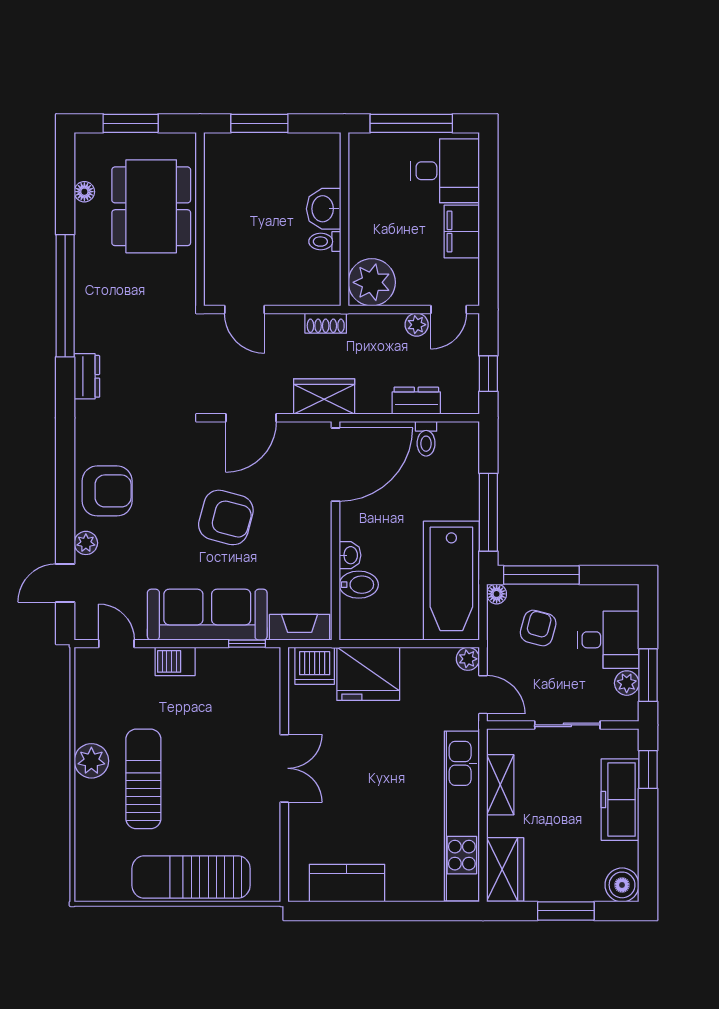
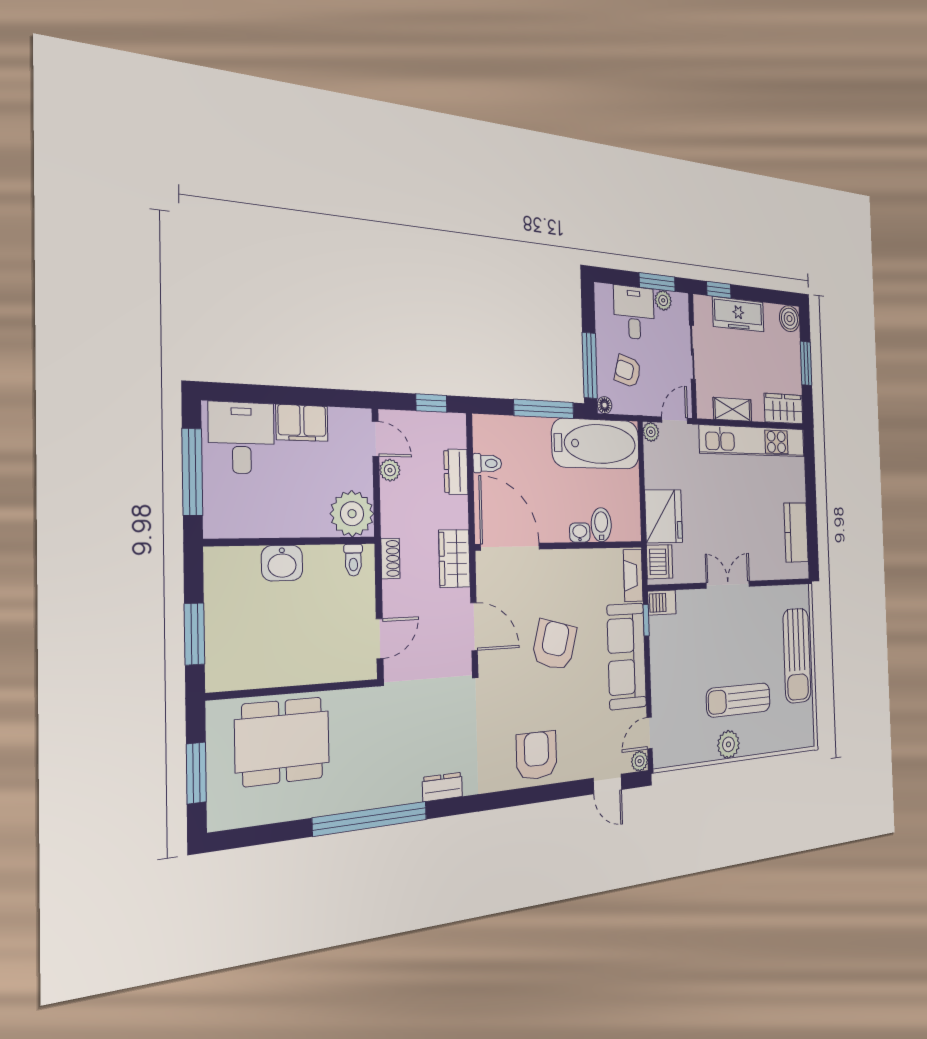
floor lamp: (84, 192) -> (269, 813), removed
toilet: (325, 242) -> (353, 560), moved
plant: (86, 543) -> (640, 761), moved
barbecue: (175, 661) -> (662, 603), moved, turned 90

